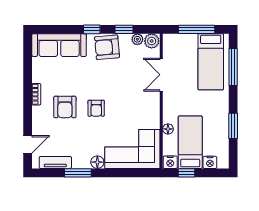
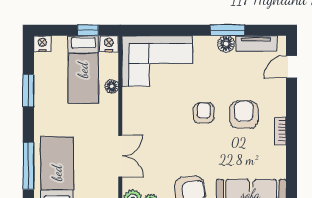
floor lamp: (97, 162) -> (226, 44), moved
nightstand: (210, 162) -> (42, 44), moved

